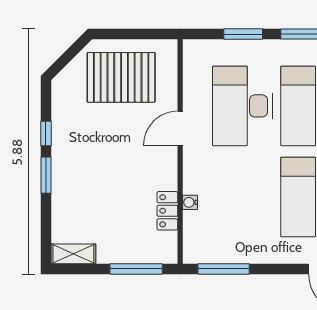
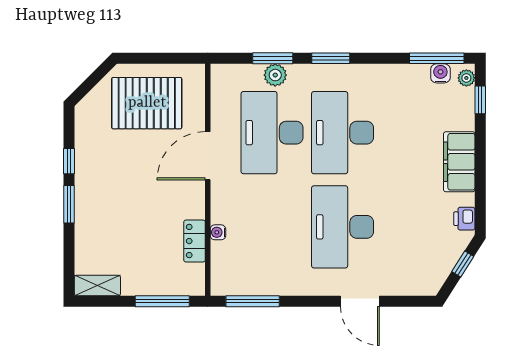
plant: (245, 50) -> (275, 75), added
door: (180, 128) -> (208, 156), width x1.36

